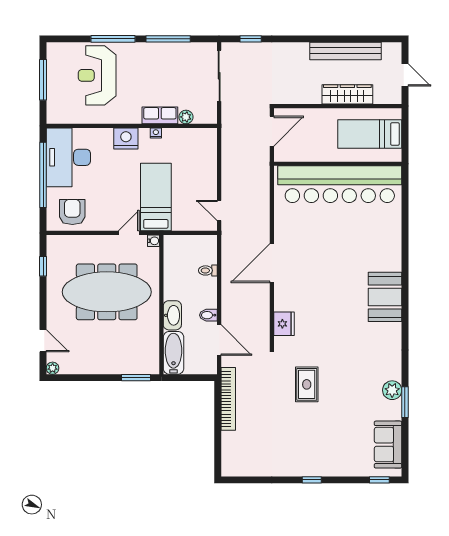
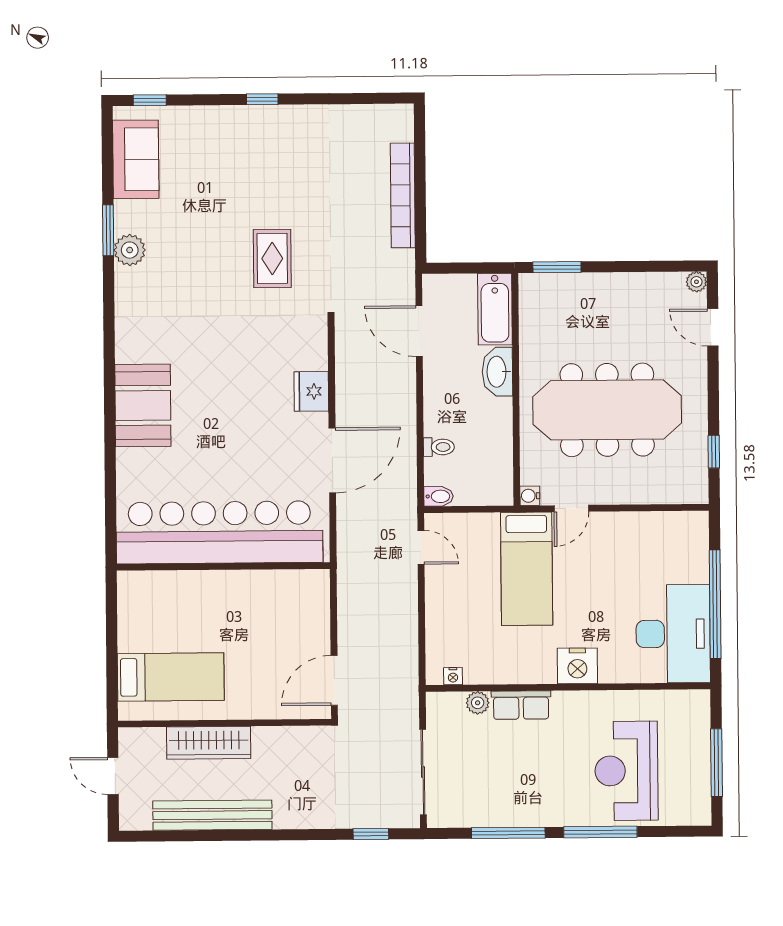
reception desk: (97, 75) -> (626, 771), turned 180
nightstand: (156, 133) -> (453, 676), moved
wall: (338, 164) -> (223, 566), moved
bar counter: (340, 184) -> (219, 532), moved
armchair: (72, 212) -> (666, 543), removed
bidet: (208, 315) -> (438, 496), moved
fridge: (284, 324) -> (311, 391), moved
bookcase: (228, 399) -> (403, 195), moved

